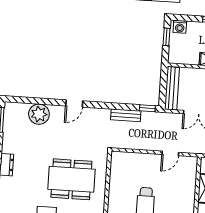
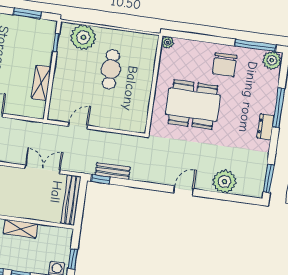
bench: (126, 115) -> (113, 171), moved

